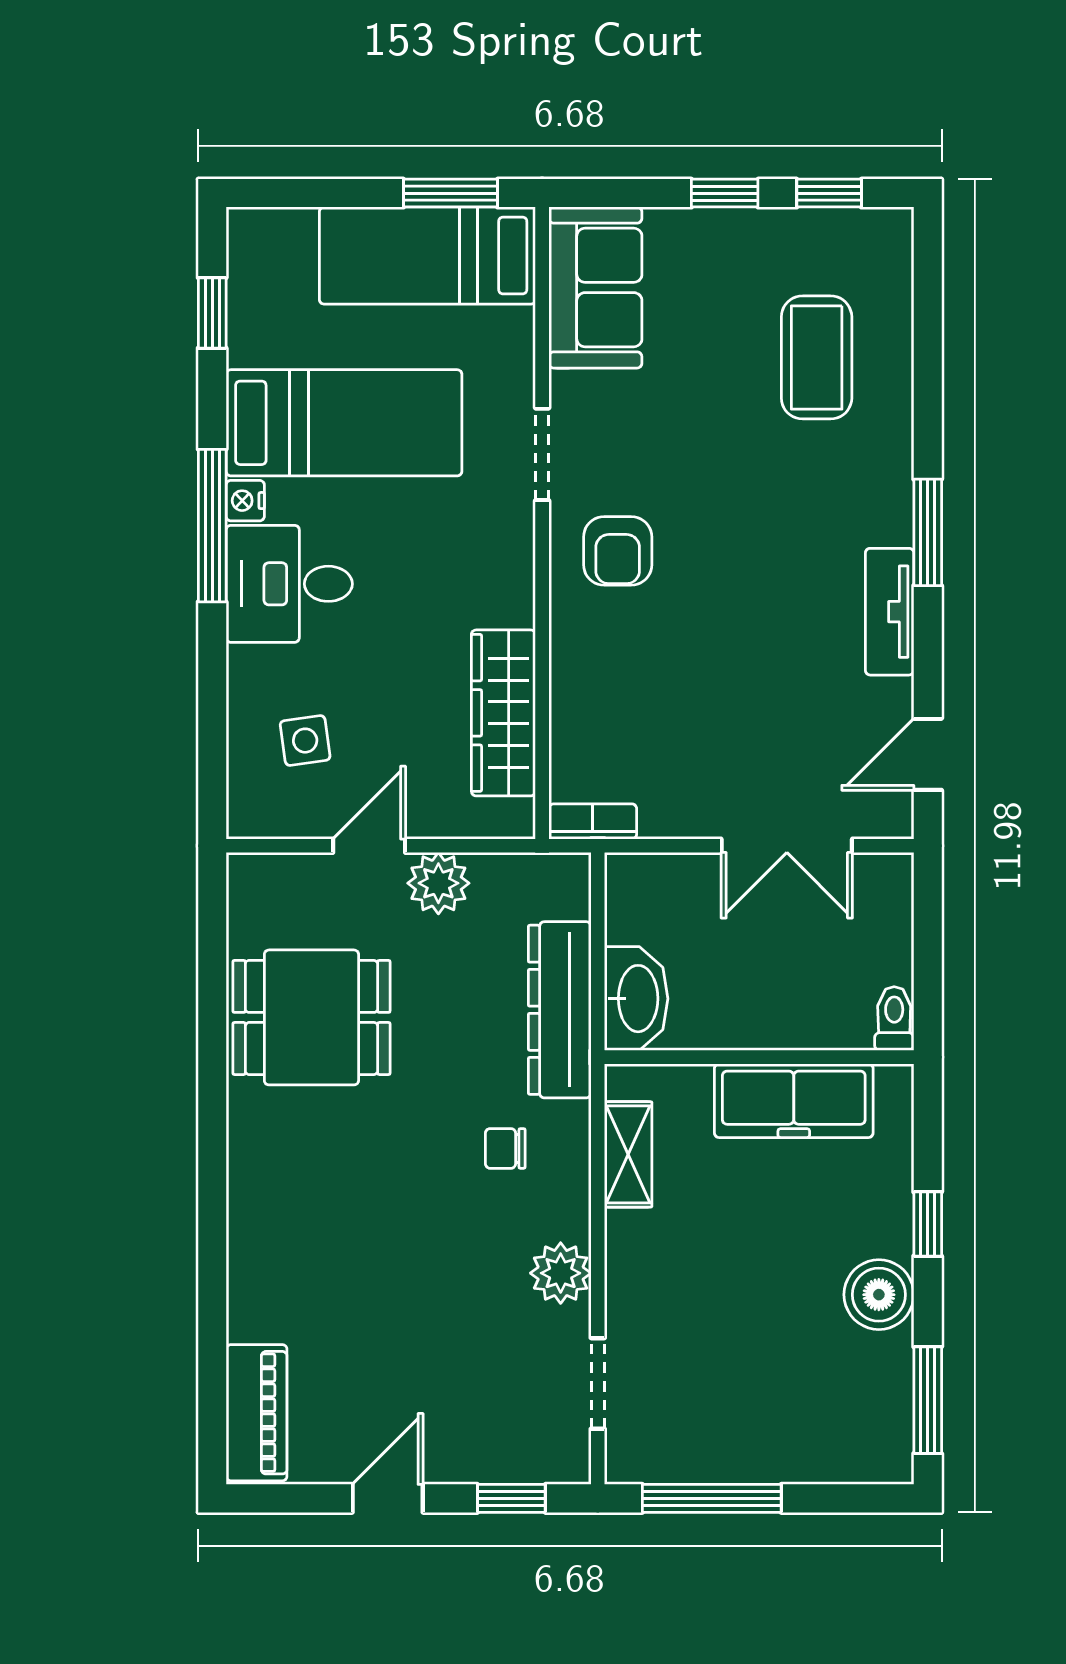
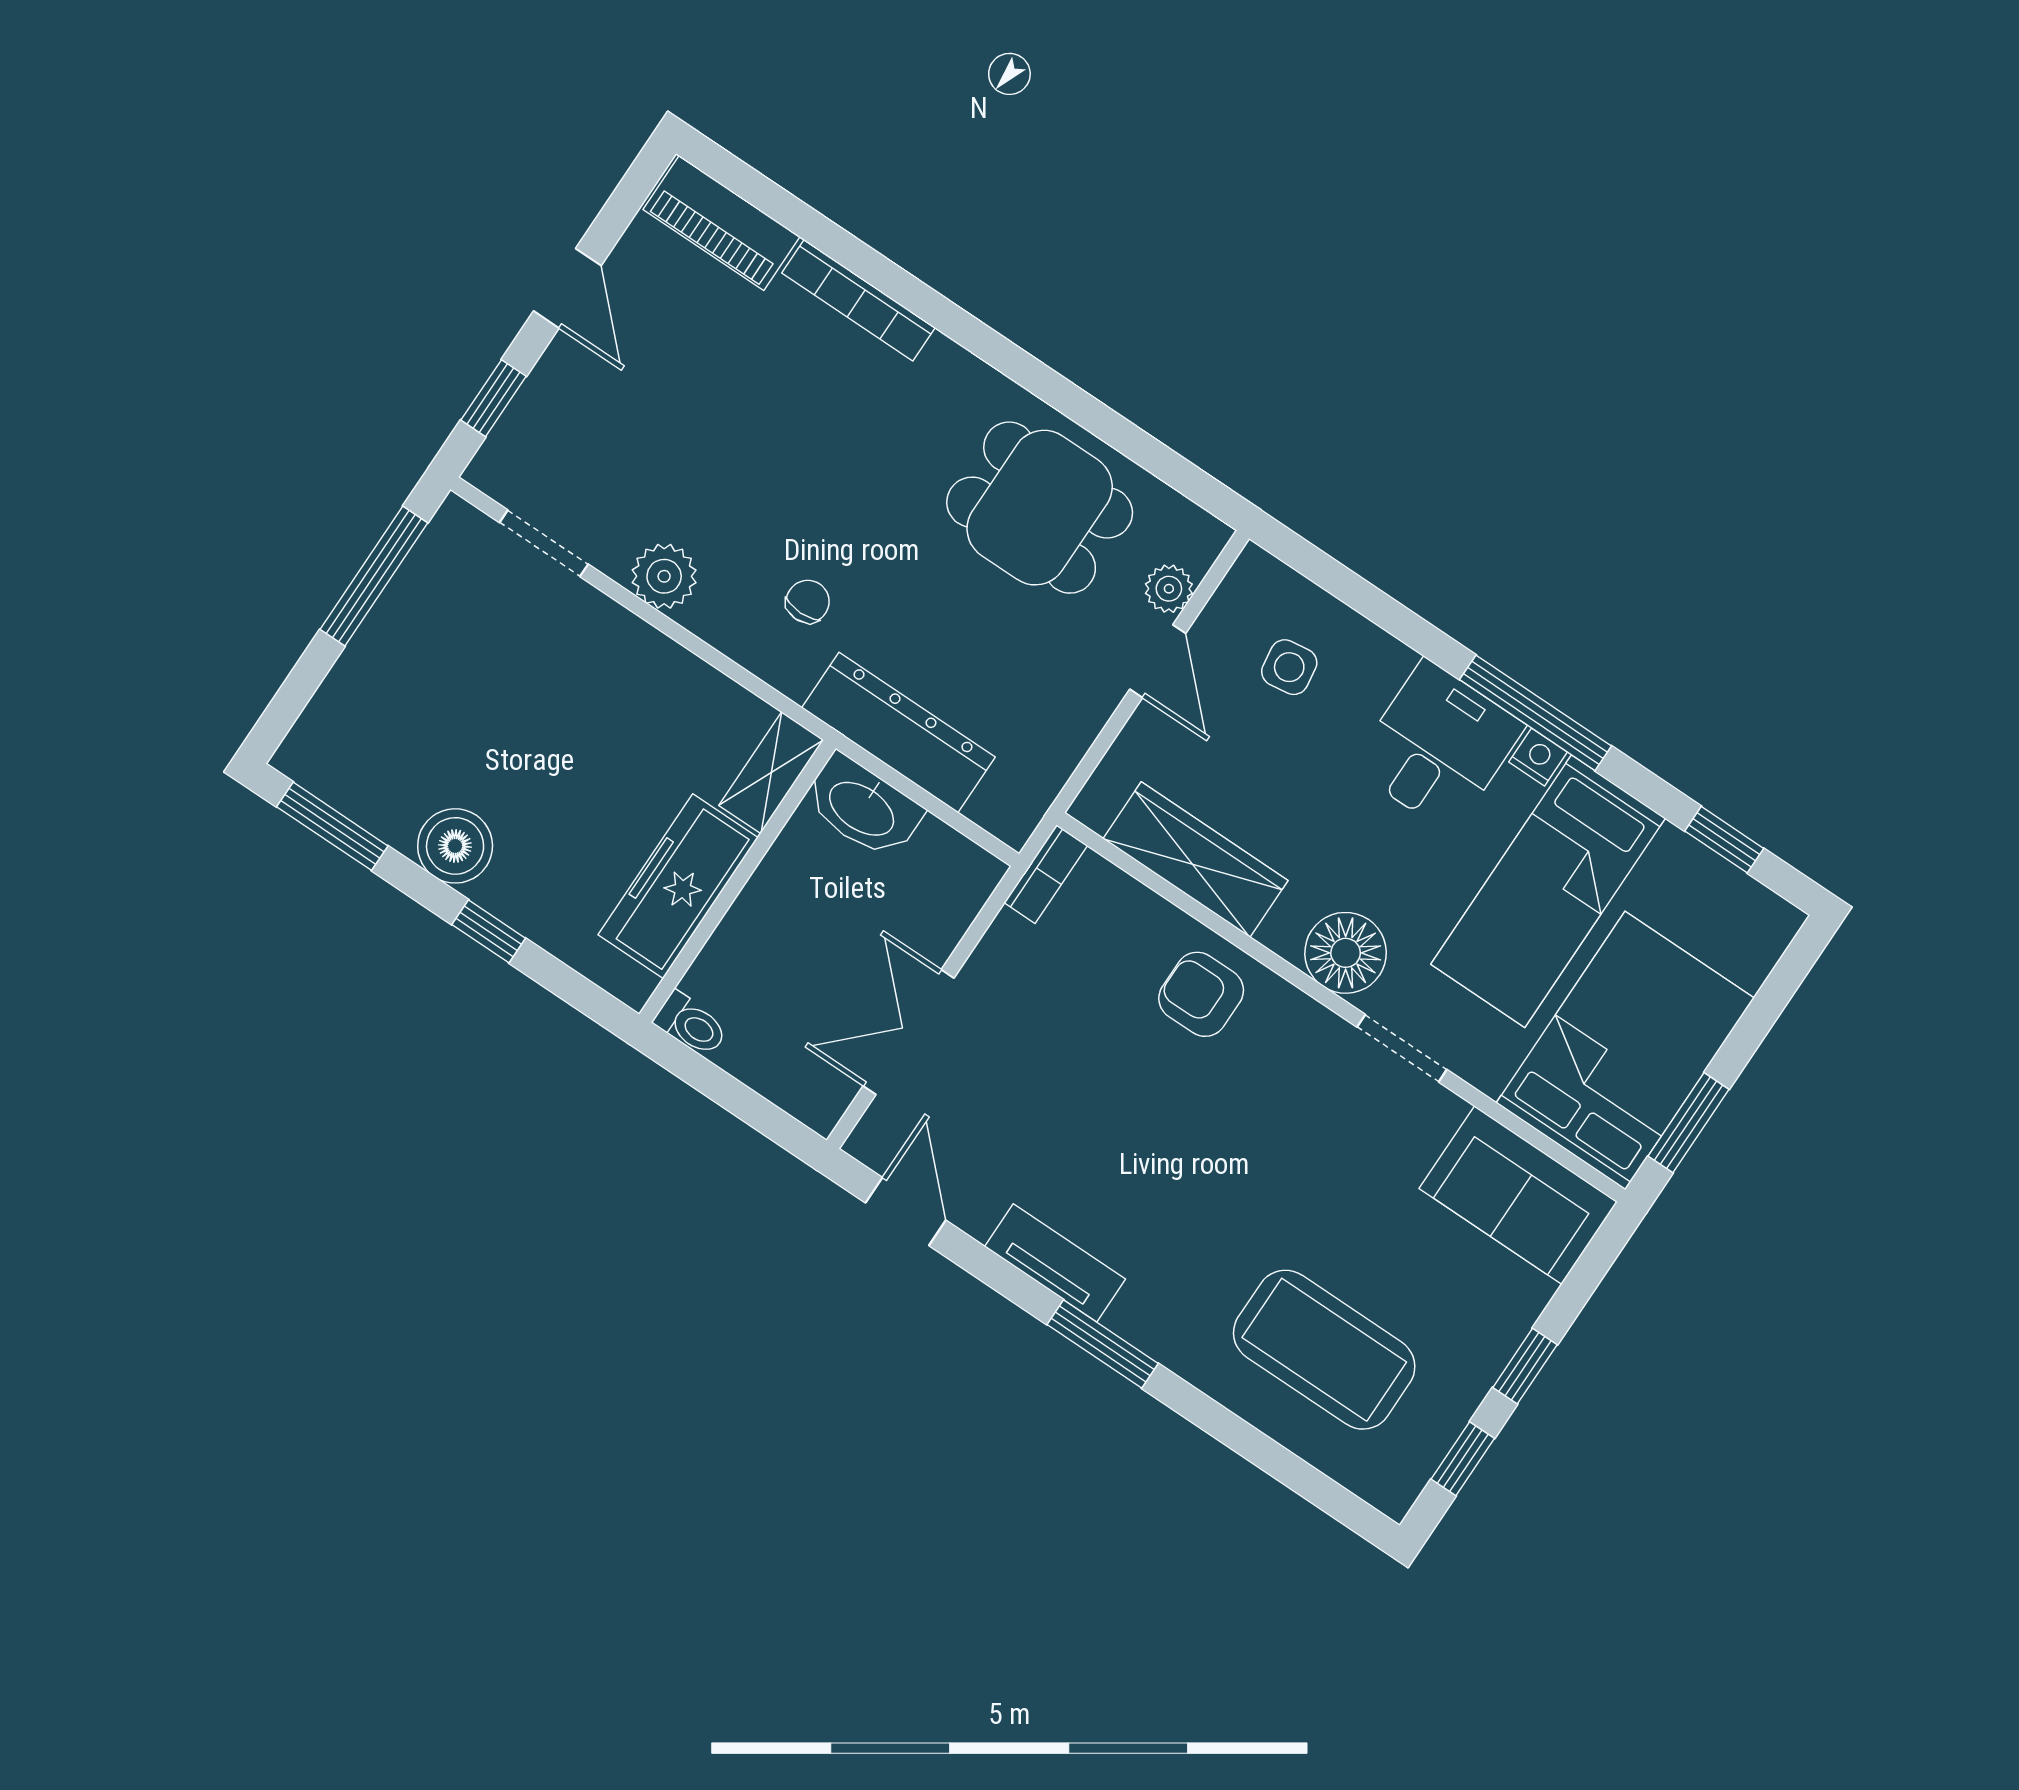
bed: (427, 256) -> (1625, 1050), width x1.50
coffee table: (817, 357) -> (1324, 1350), width x1.36, depth x1.32
floor lamp: (497, 548) -> (1346, 953), added
armchair: (618, 551) -> (1201, 994), moved
plant: (438, 883) -> (1169, 589), moved, width x0.73, depth x0.73
dining table: (311, 1017) -> (1040, 508), turned 90
shelving: (628, 1154) -> (771, 773), moved, turned 90
bookcase: (245, 1266) -> (858, 300), added

